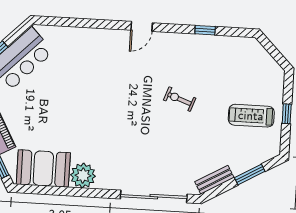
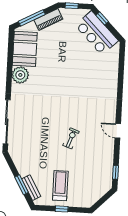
door: (142, 26) -> (118, 131), moved
window: (205, 30) -> (115, 172), moved
bench: (214, 180) -> (31, 188), moved

